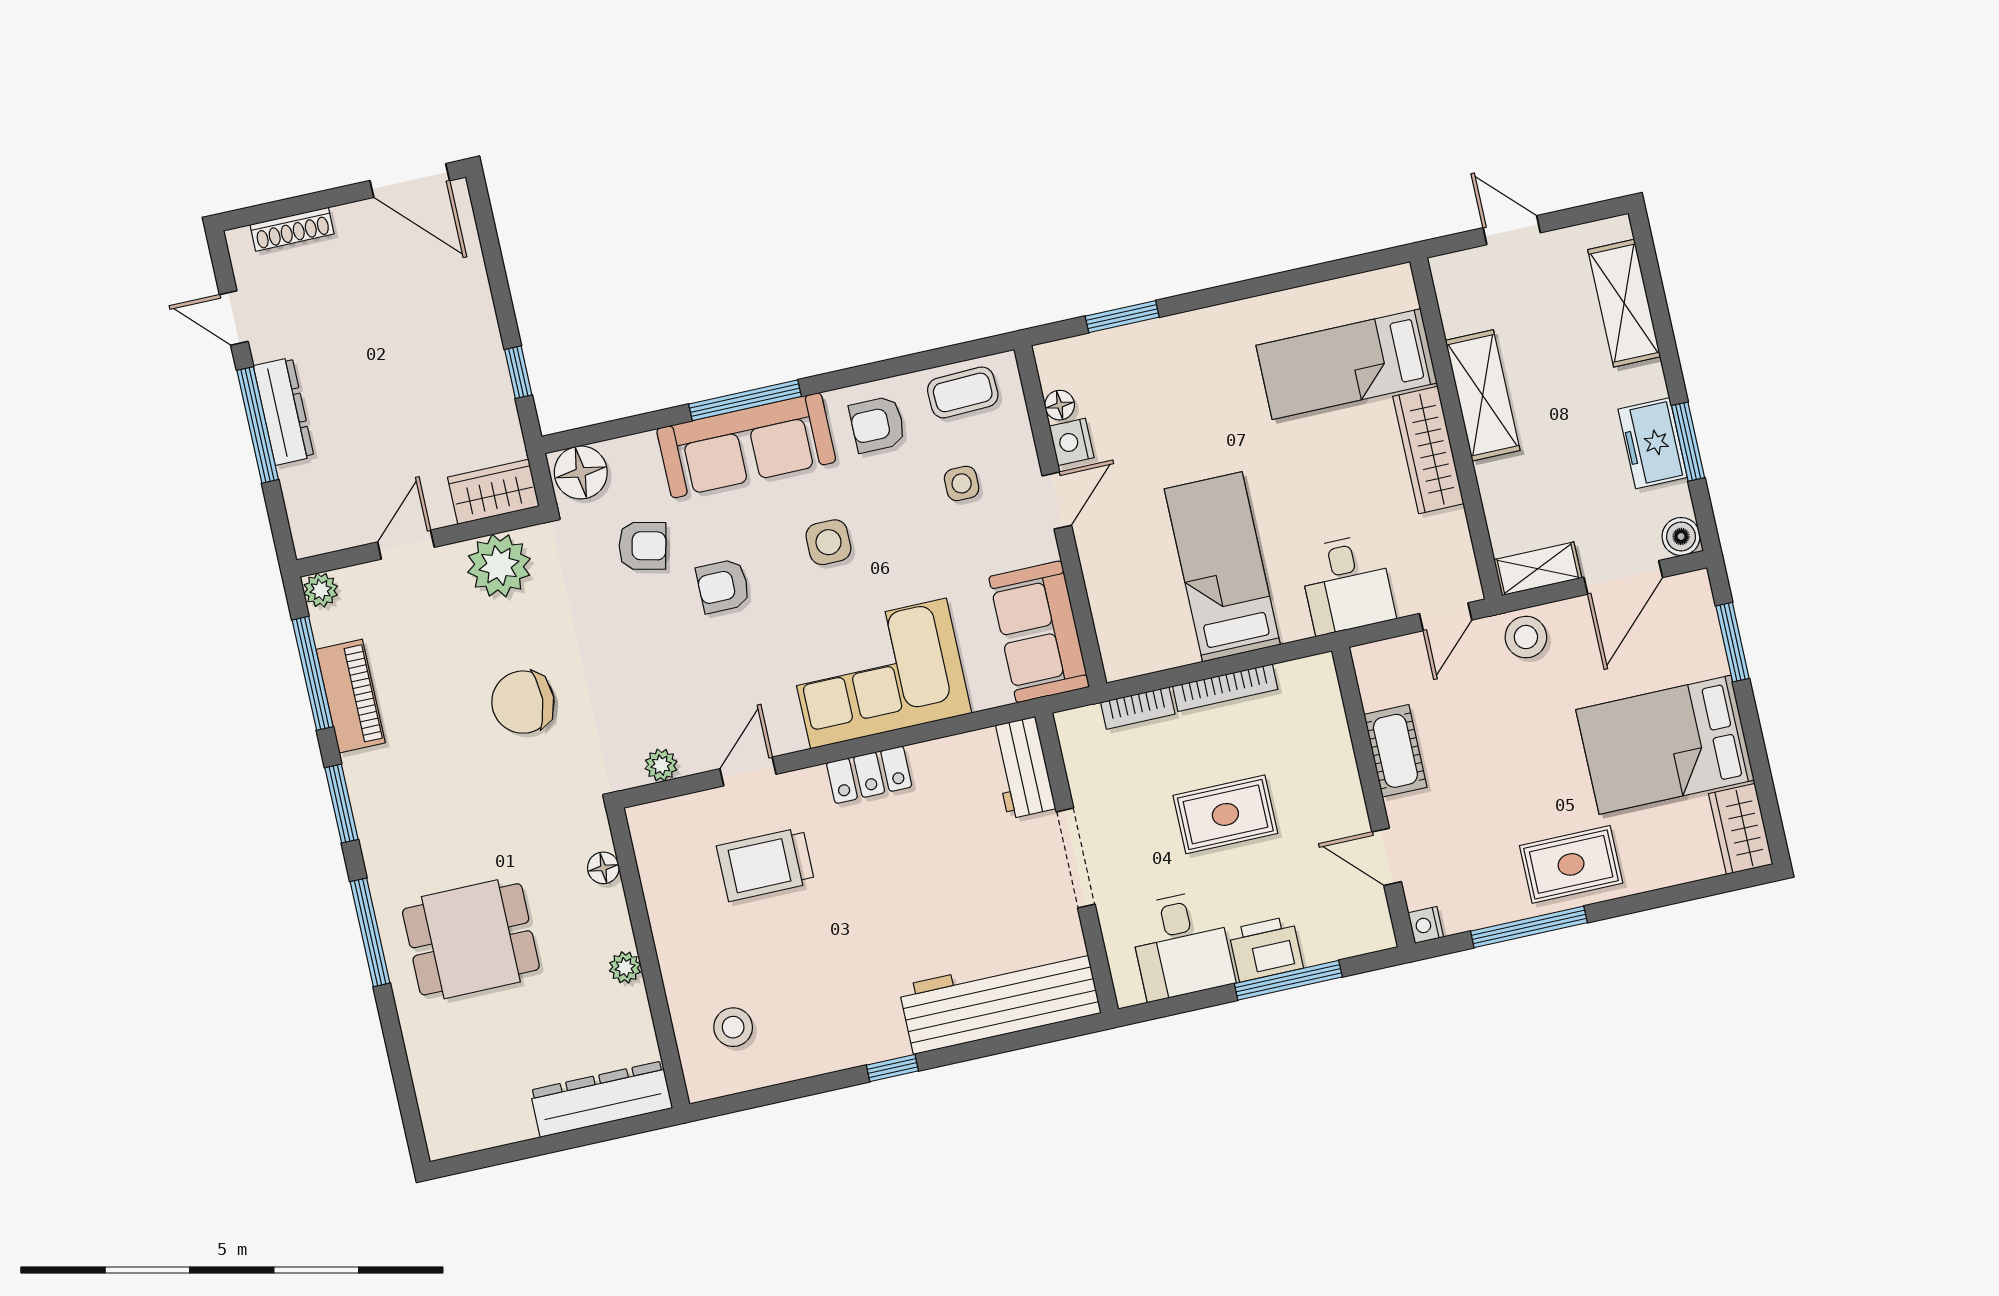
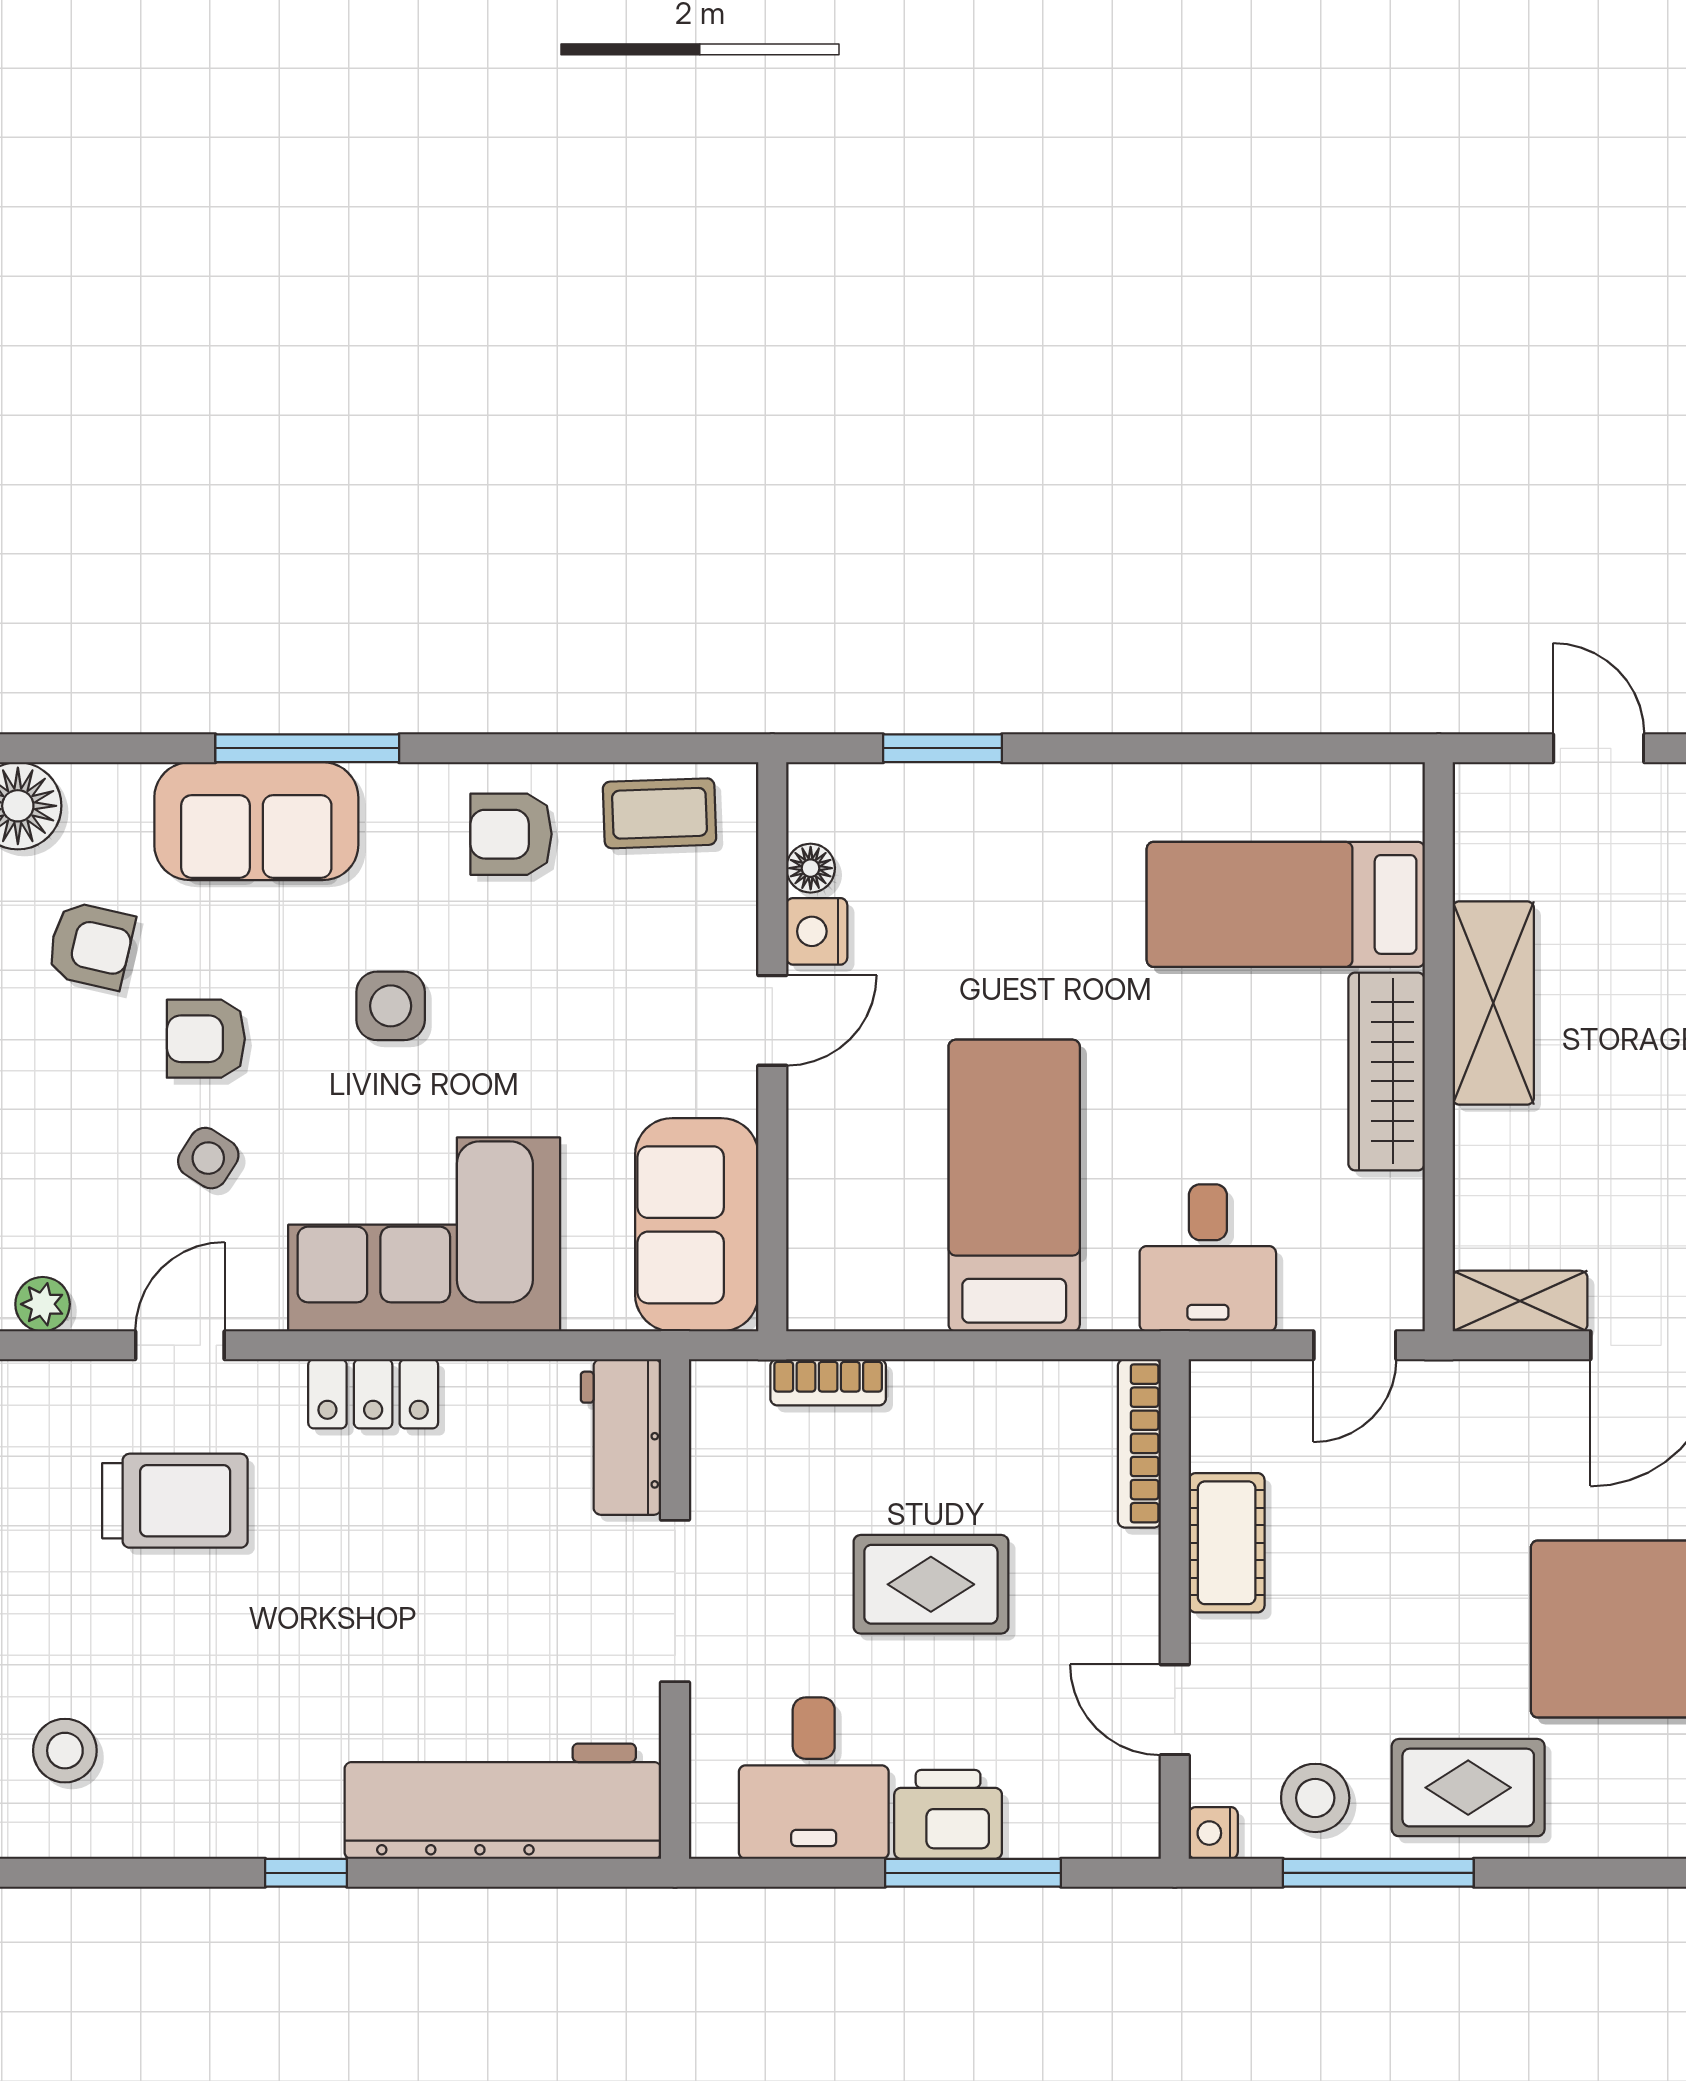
sofa: (746, 445) -> (256, 821), width x0.73
side table: (962, 483) -> (208, 1158), moved, turned 33
stool: (1526, 637) -> (1315, 1798), moved
bookcase: (1225, 688) -> (1139, 1443), moved, turned 90
trolley: (766, 864) -> (175, 1501), turned 180

